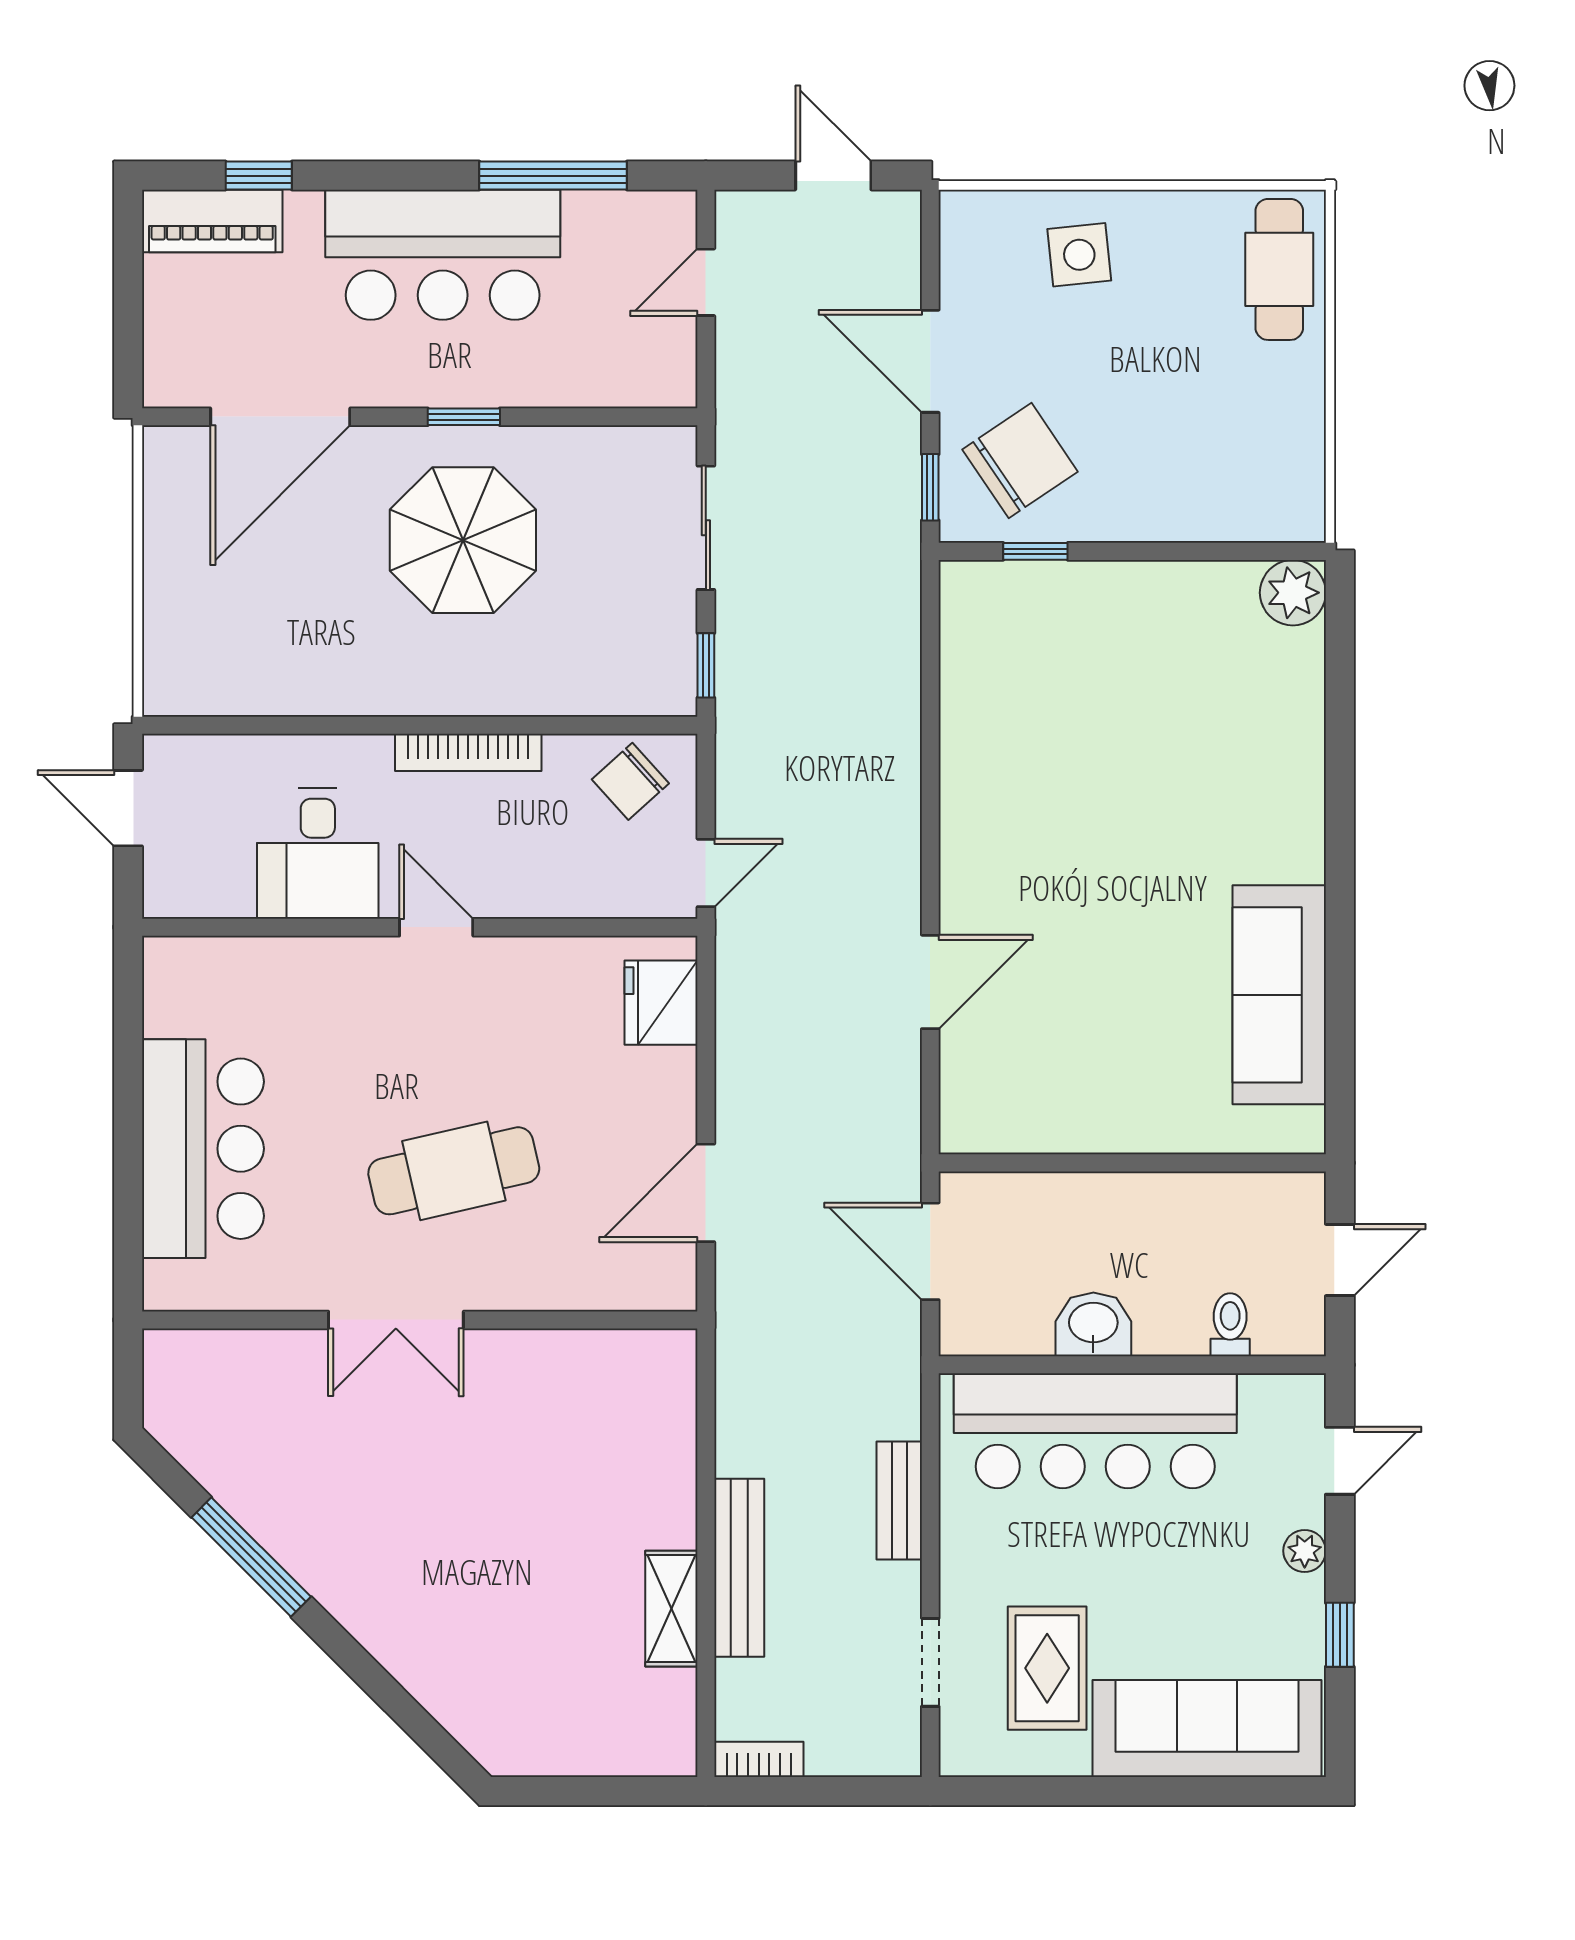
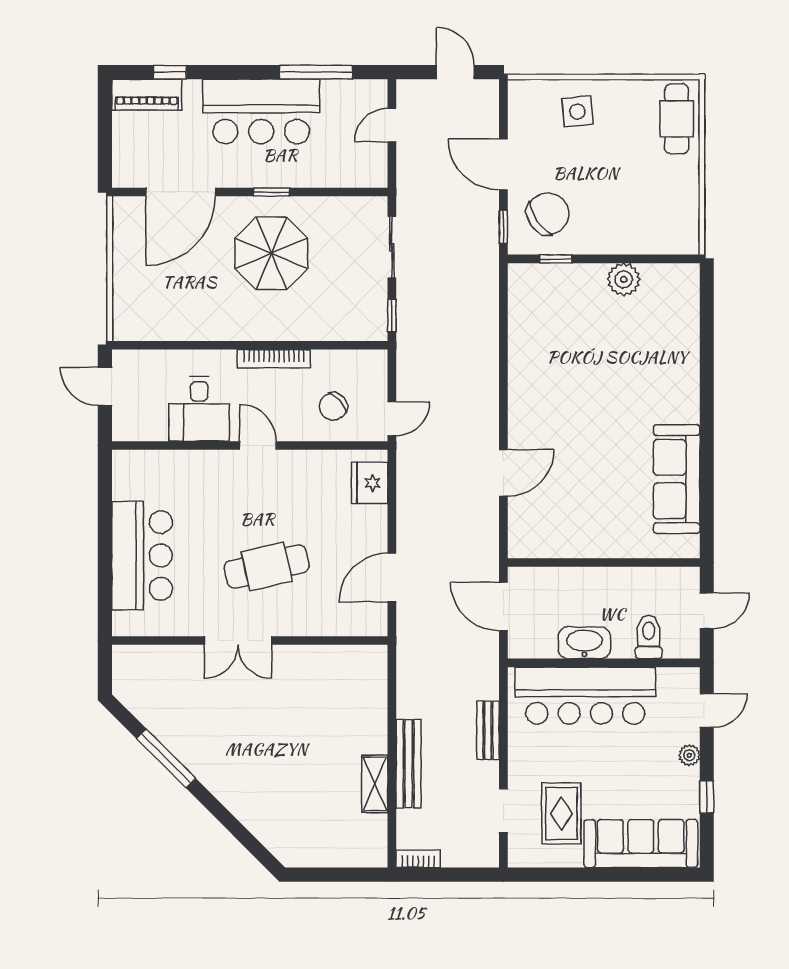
plant: (1293, 593) -> (624, 279), moved
chair: (630, 781) -> (333, 406), moved
washbasin: (1093, 1324) -> (584, 643), width x1.38
toilet: (1230, 1325) -> (649, 637), width x1.37, depth x1.39

